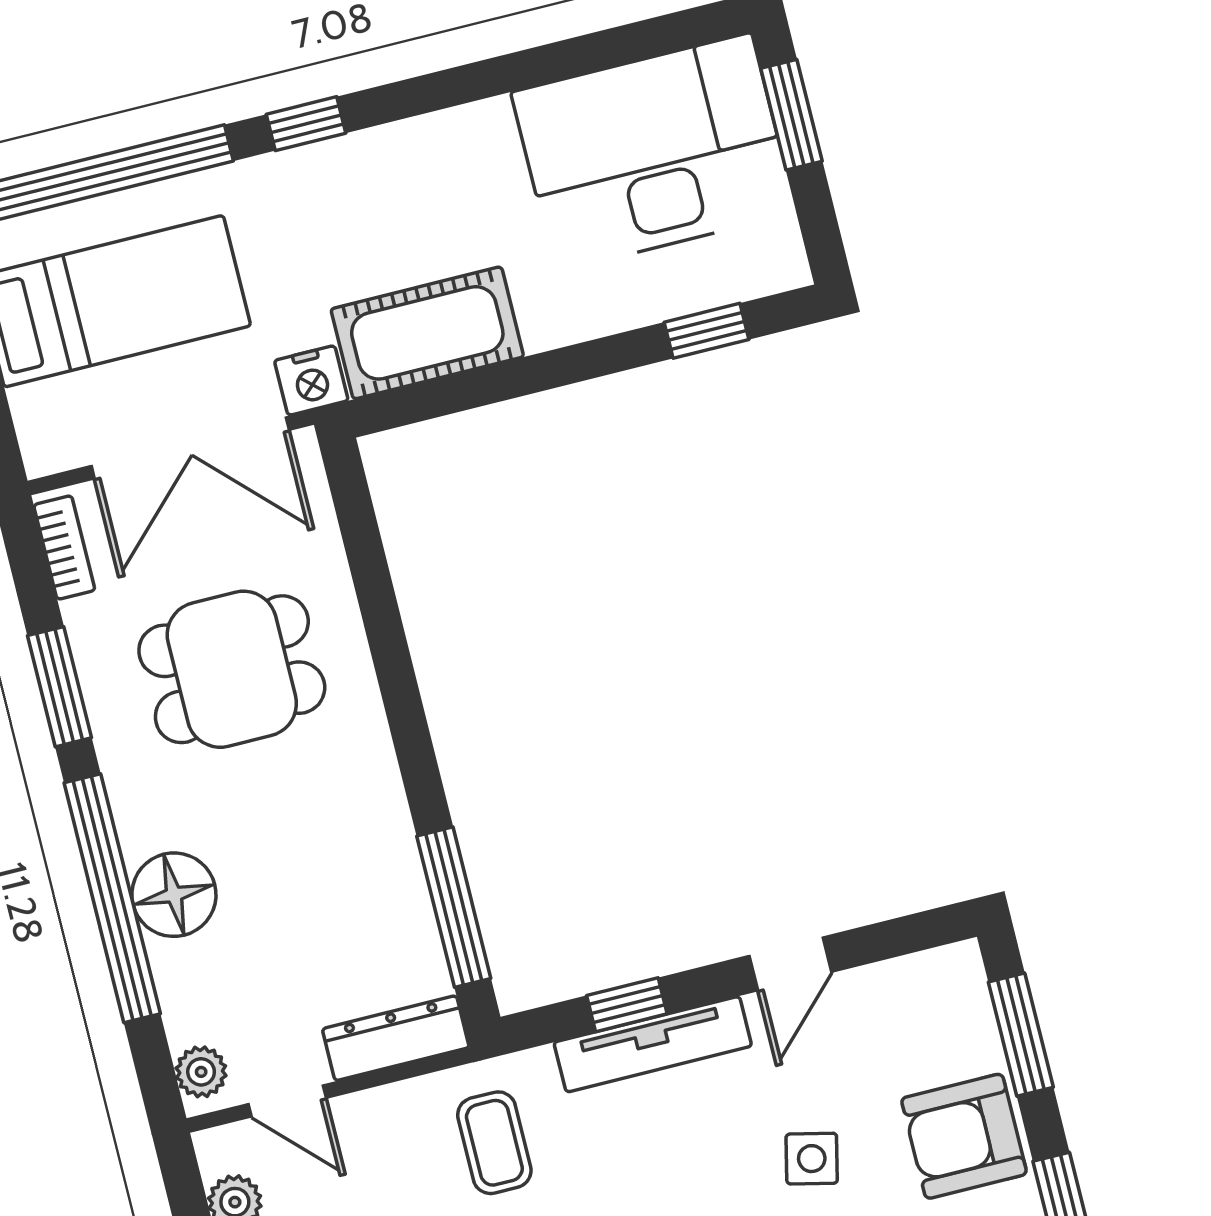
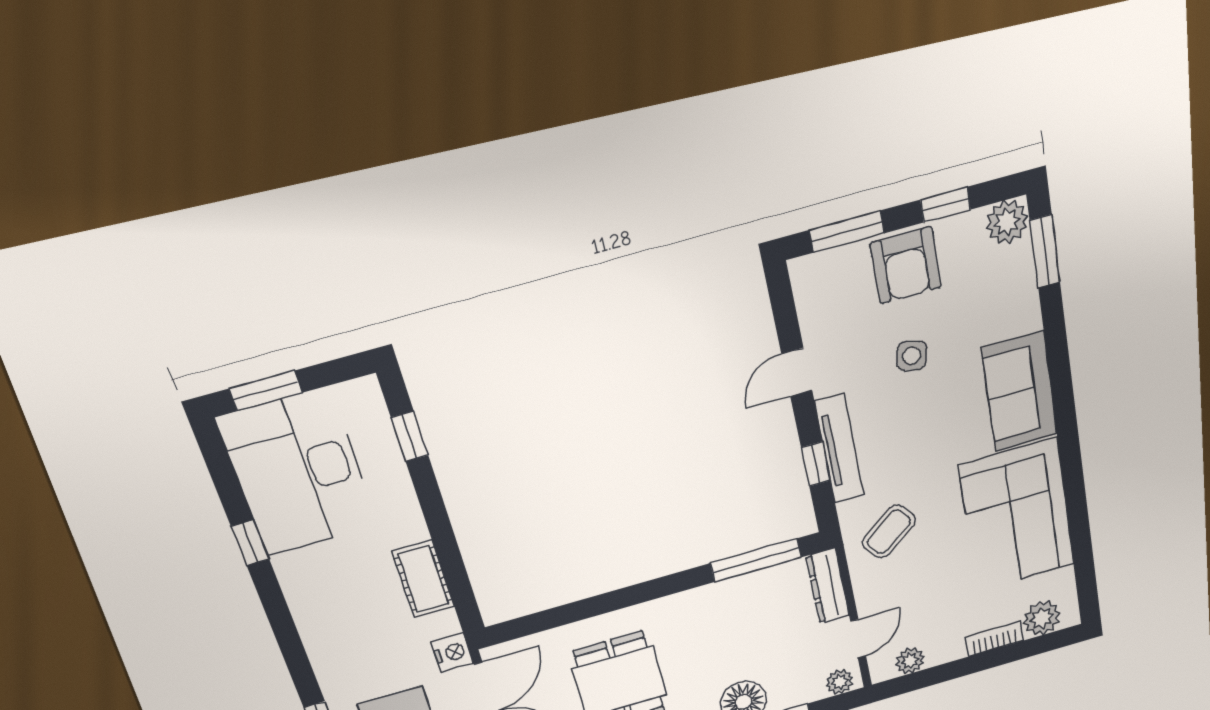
window: (306, 124) -> (250, 543), moved
cot: (427, 333) -> (423, 579), width x0.73, depth x0.75
door: (790, 964) -> (797, 372), swing flipped
coffee table: (494, 1143) -> (889, 532), turned -38

